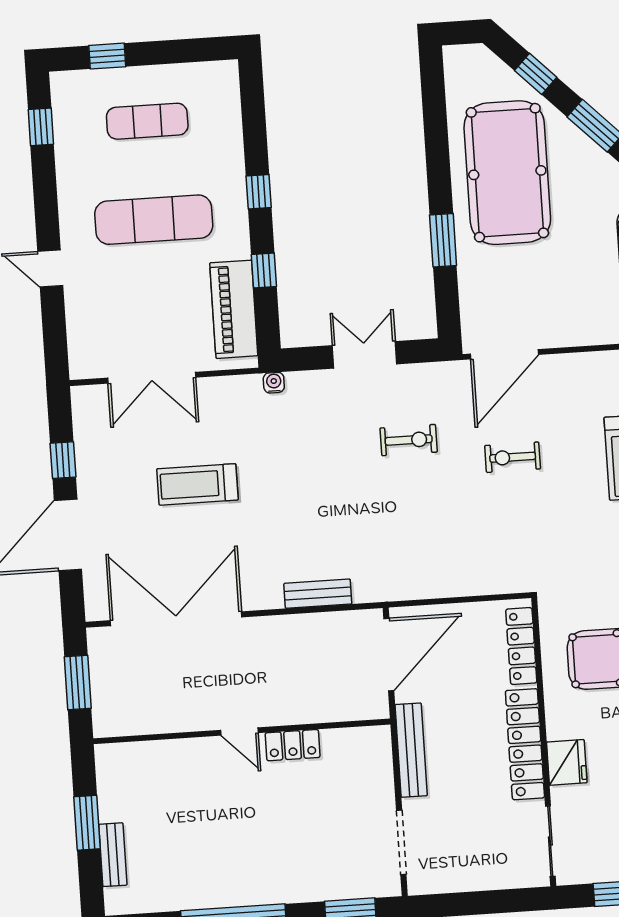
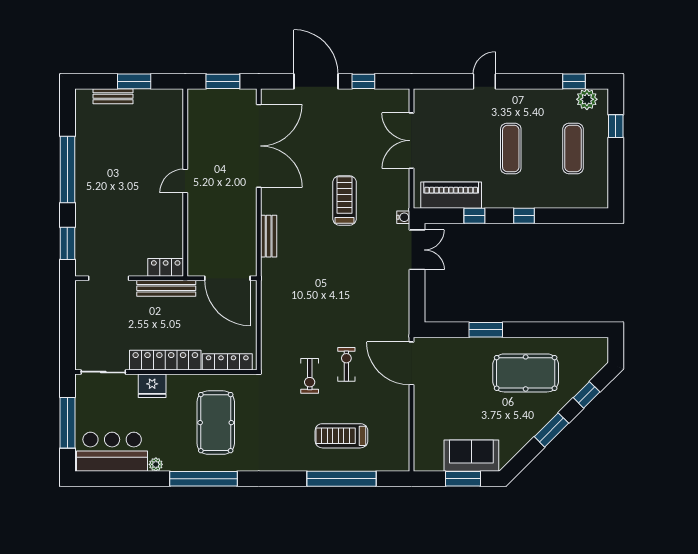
plant: (68, 104) -> (587, 99), added
pool table: (507, 173) -> (526, 373), width x0.73, depth x0.76
exercise mat: (154, 220) -> (511, 149), width x0.73, depth x0.69
double door: (364, 355) -> (417, 250), moved
exercise bike: (409, 440) -> (310, 376), moved
treadmill: (197, 484) -> (345, 200), moved
locker: (293, 745) -> (166, 267), moved, turned 90

